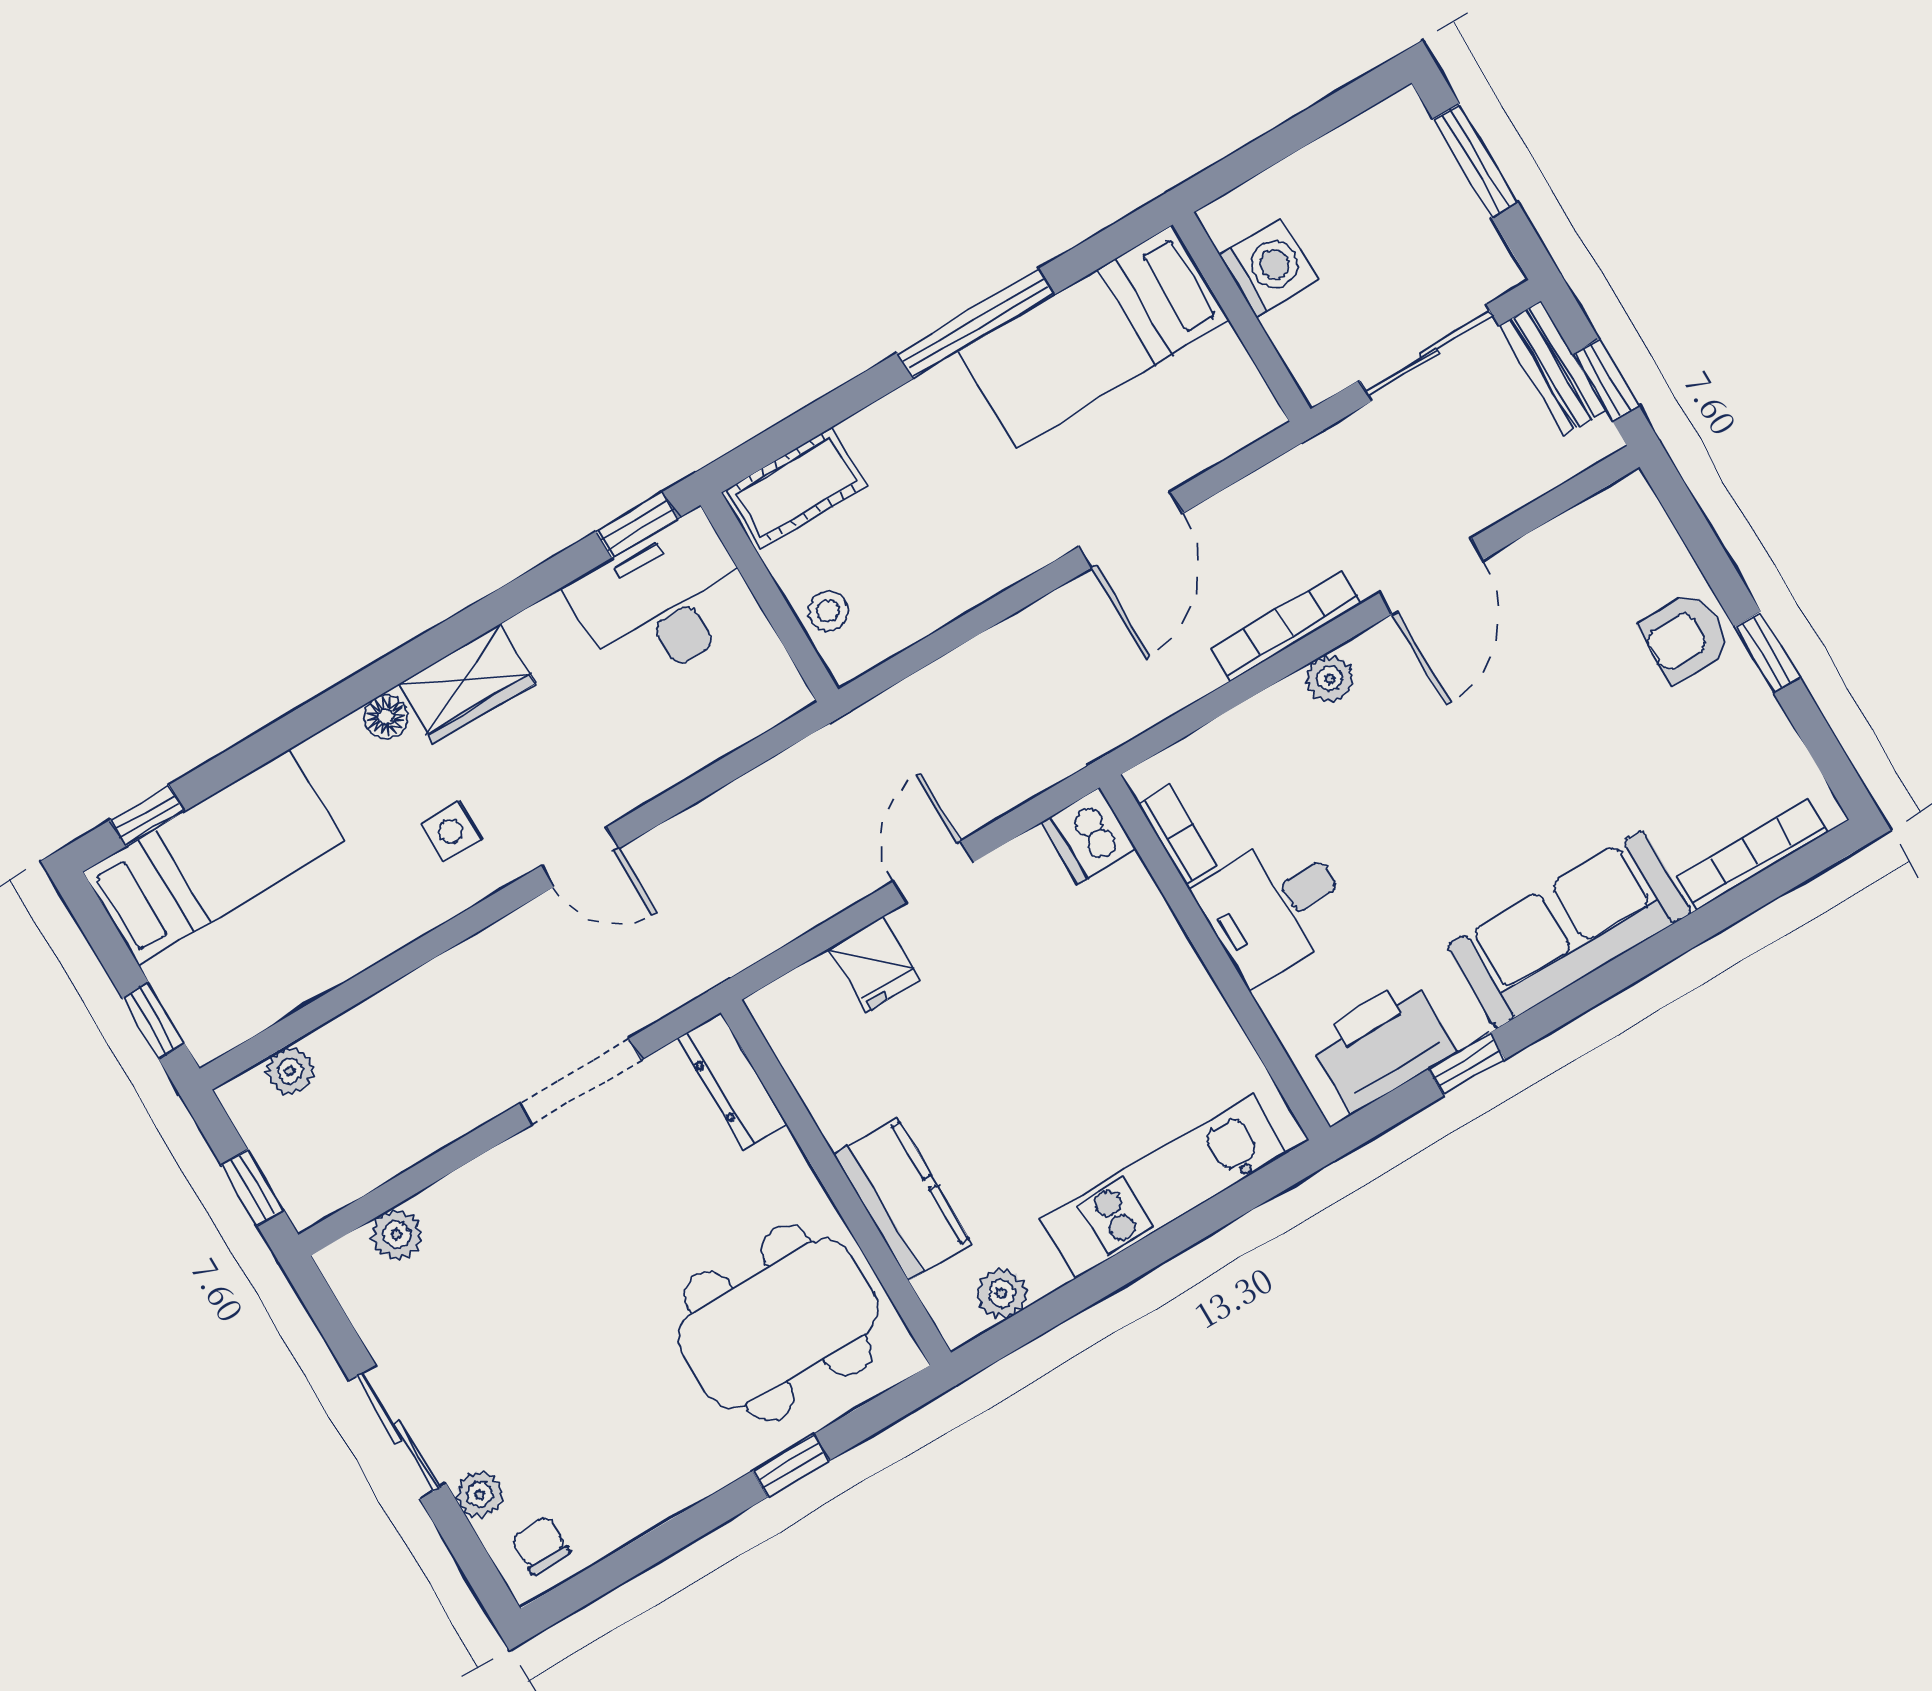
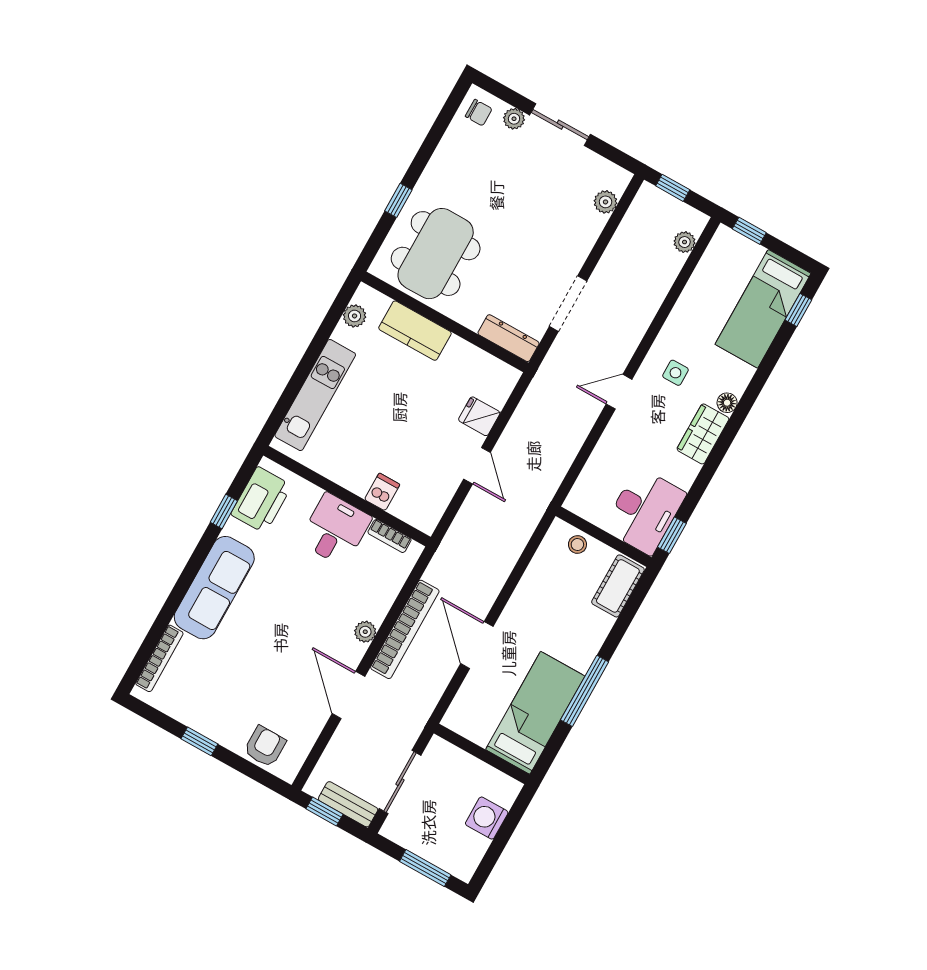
washing machine: (1268, 268) -> (487, 818), moved, turned 90
bookcase: (1286, 626) -> (405, 629), width x1.48, depth x1.31
armchair: (1685, 637) -> (265, 747), moved
dishwasher: (1089, 836) -> (382, 492), moved, width x0.73

